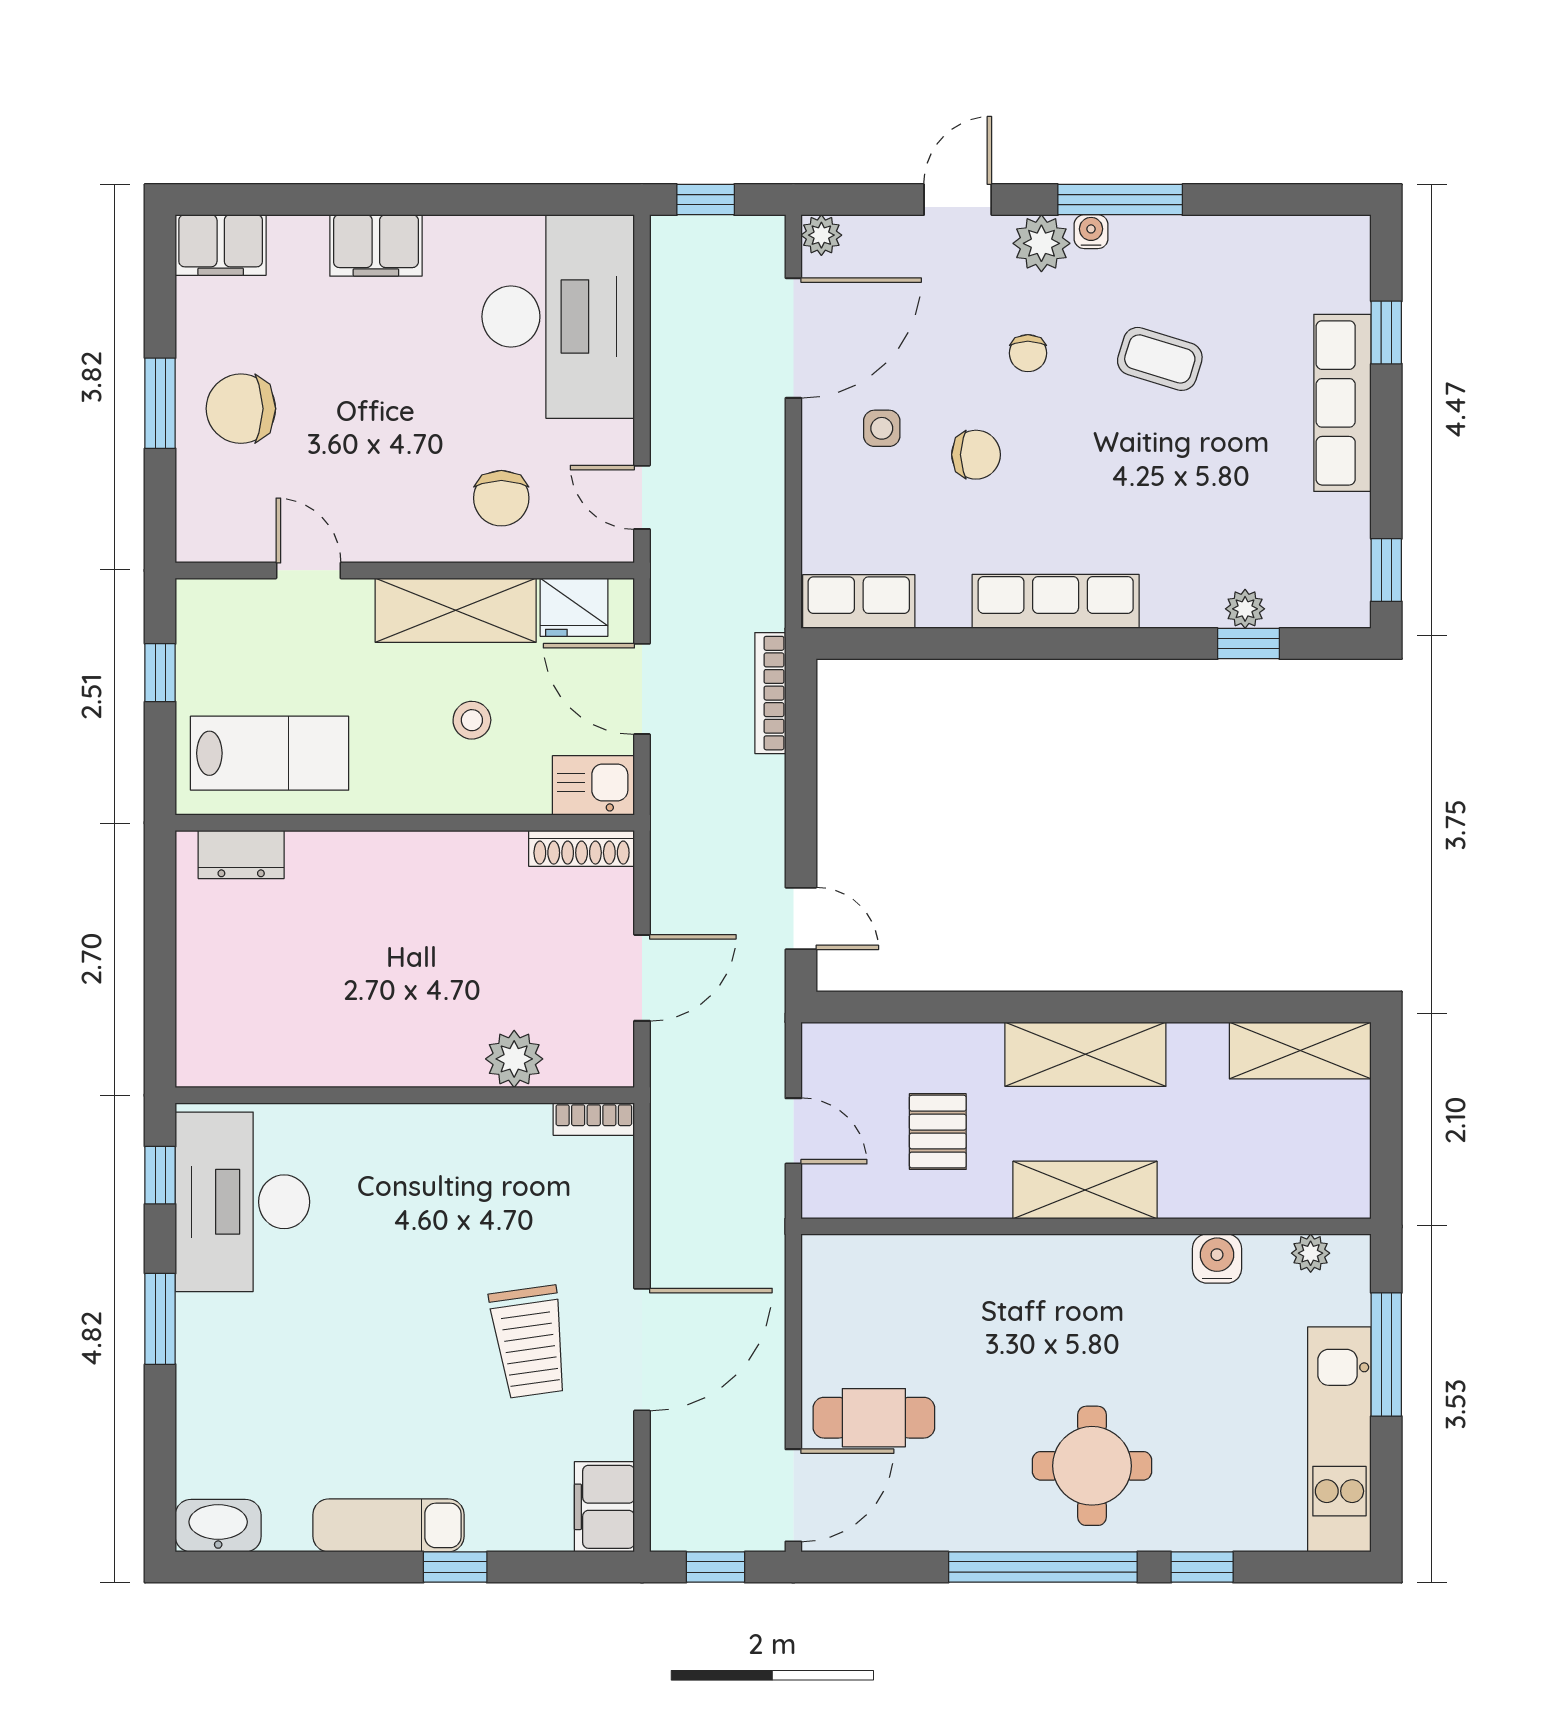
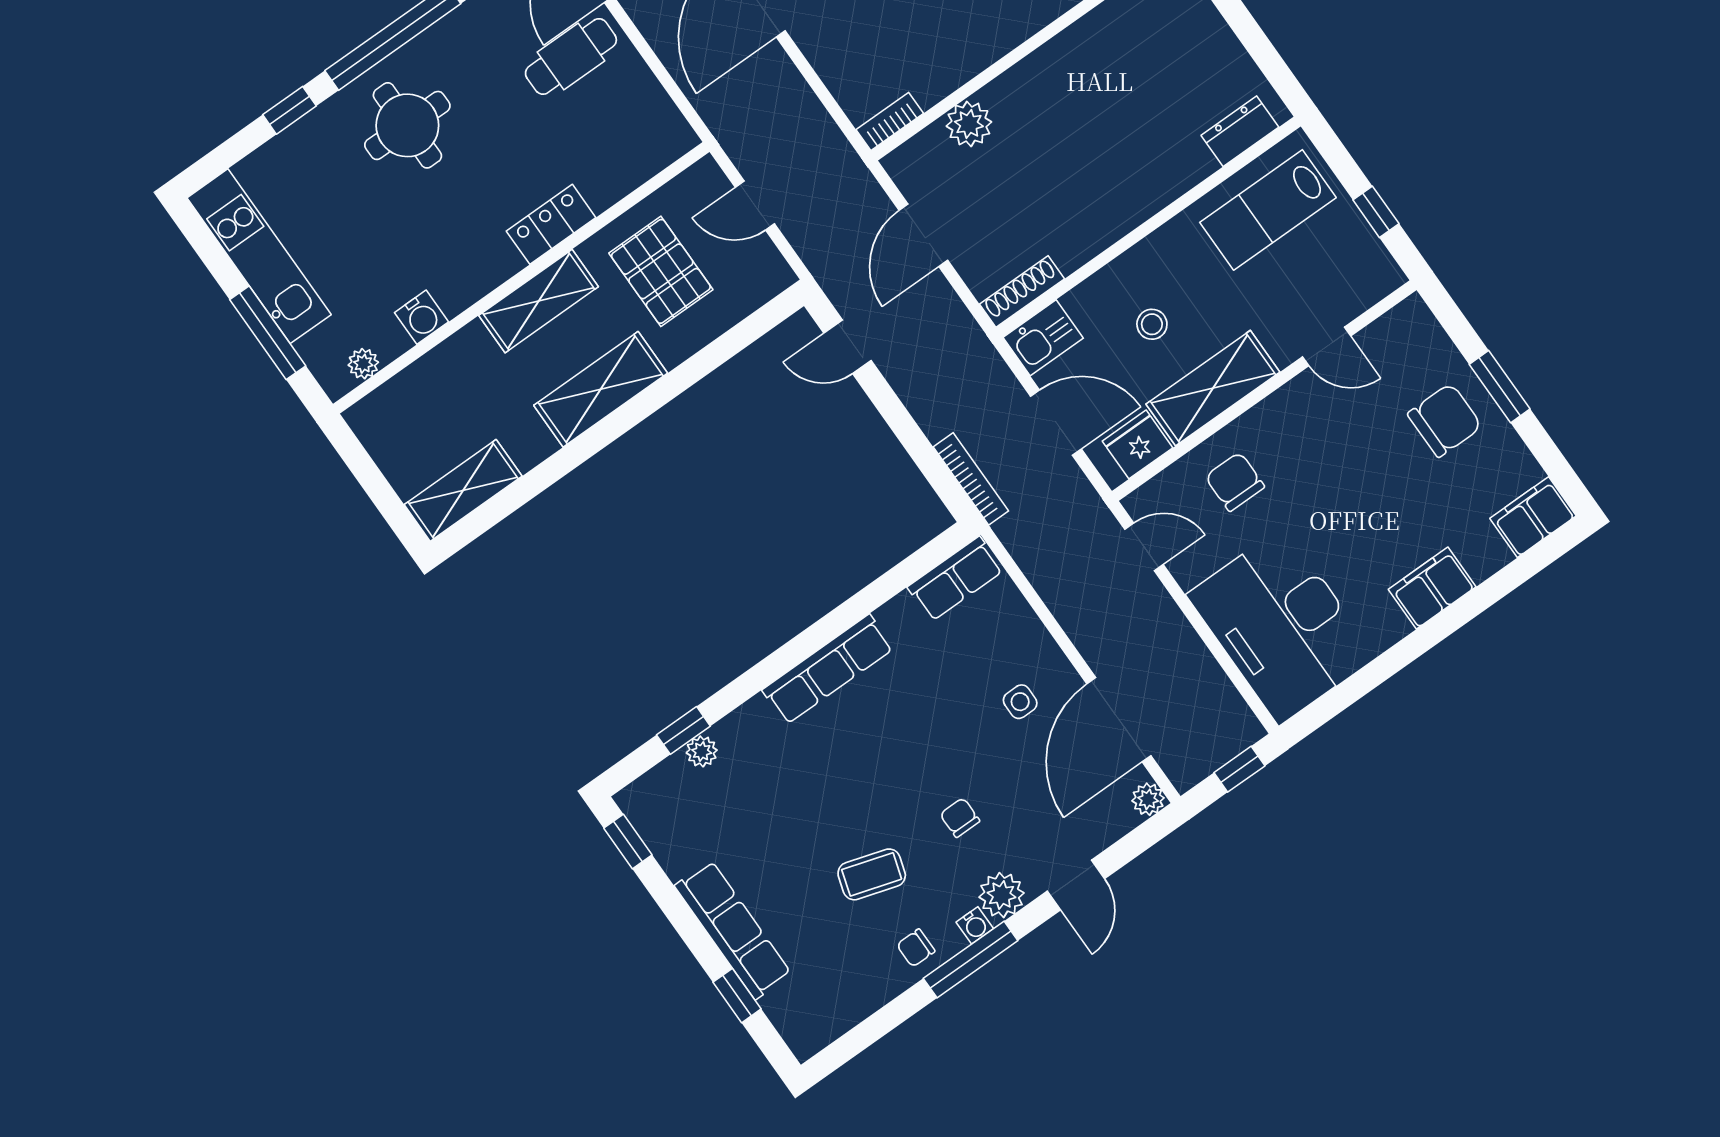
chair: (976, 455) -> (916, 948), moved, width x0.73, depth x0.73
pallet: (938, 1132) -> (661, 271), width x1.50, depth x1.42
locker: (1016, 1260) -> (551, 224), added

